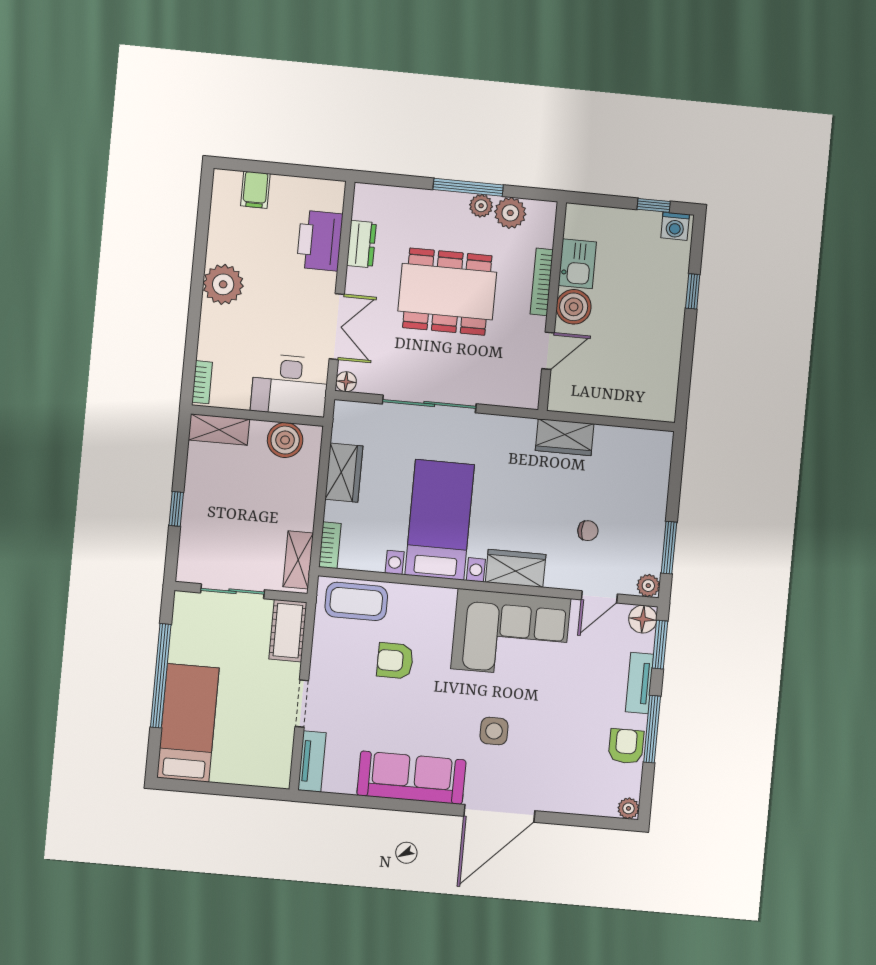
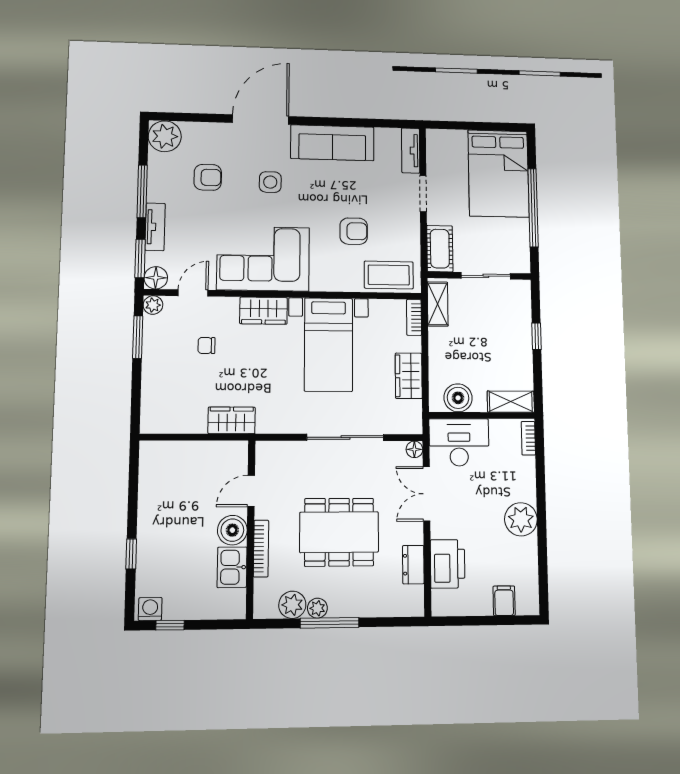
bed: (188, 723) -> (498, 173), width x1.50
armchair: (626, 746) -> (208, 177), moved, turned -90
plant: (628, 808) -> (165, 136), width x1.88, depth x1.88

